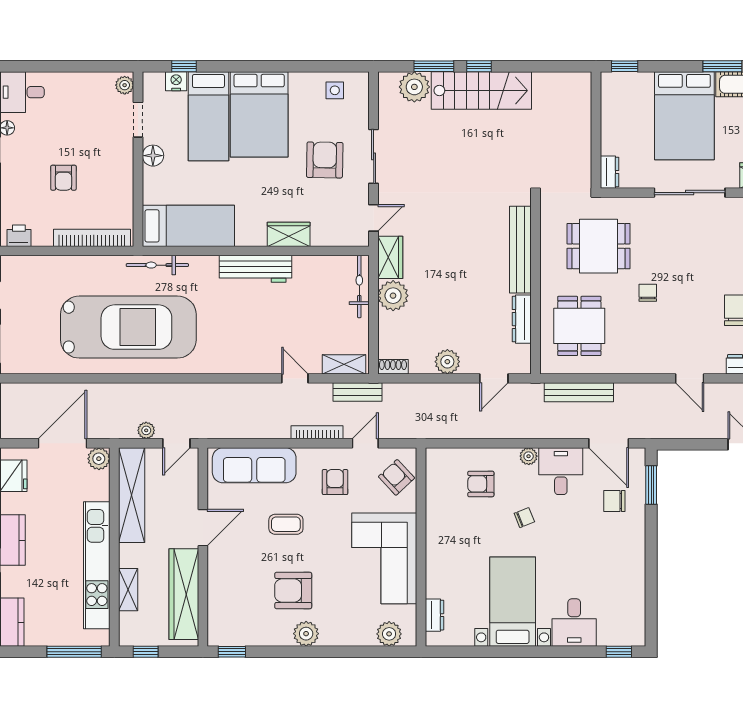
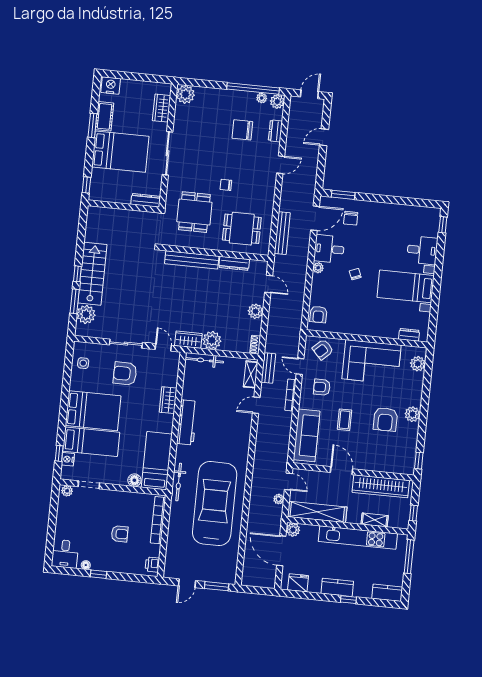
floor lamp: (153, 156) -> (134, 480), moved
dresser: (610, 172) -> (146, 200), width x1.44
armchair: (481, 484) -> (318, 314), moved

